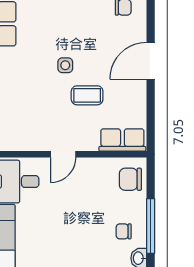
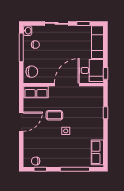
door: (151, 61) -> (21, 122), moved
door: (63, 154) -> (67, 85), width x1.87

